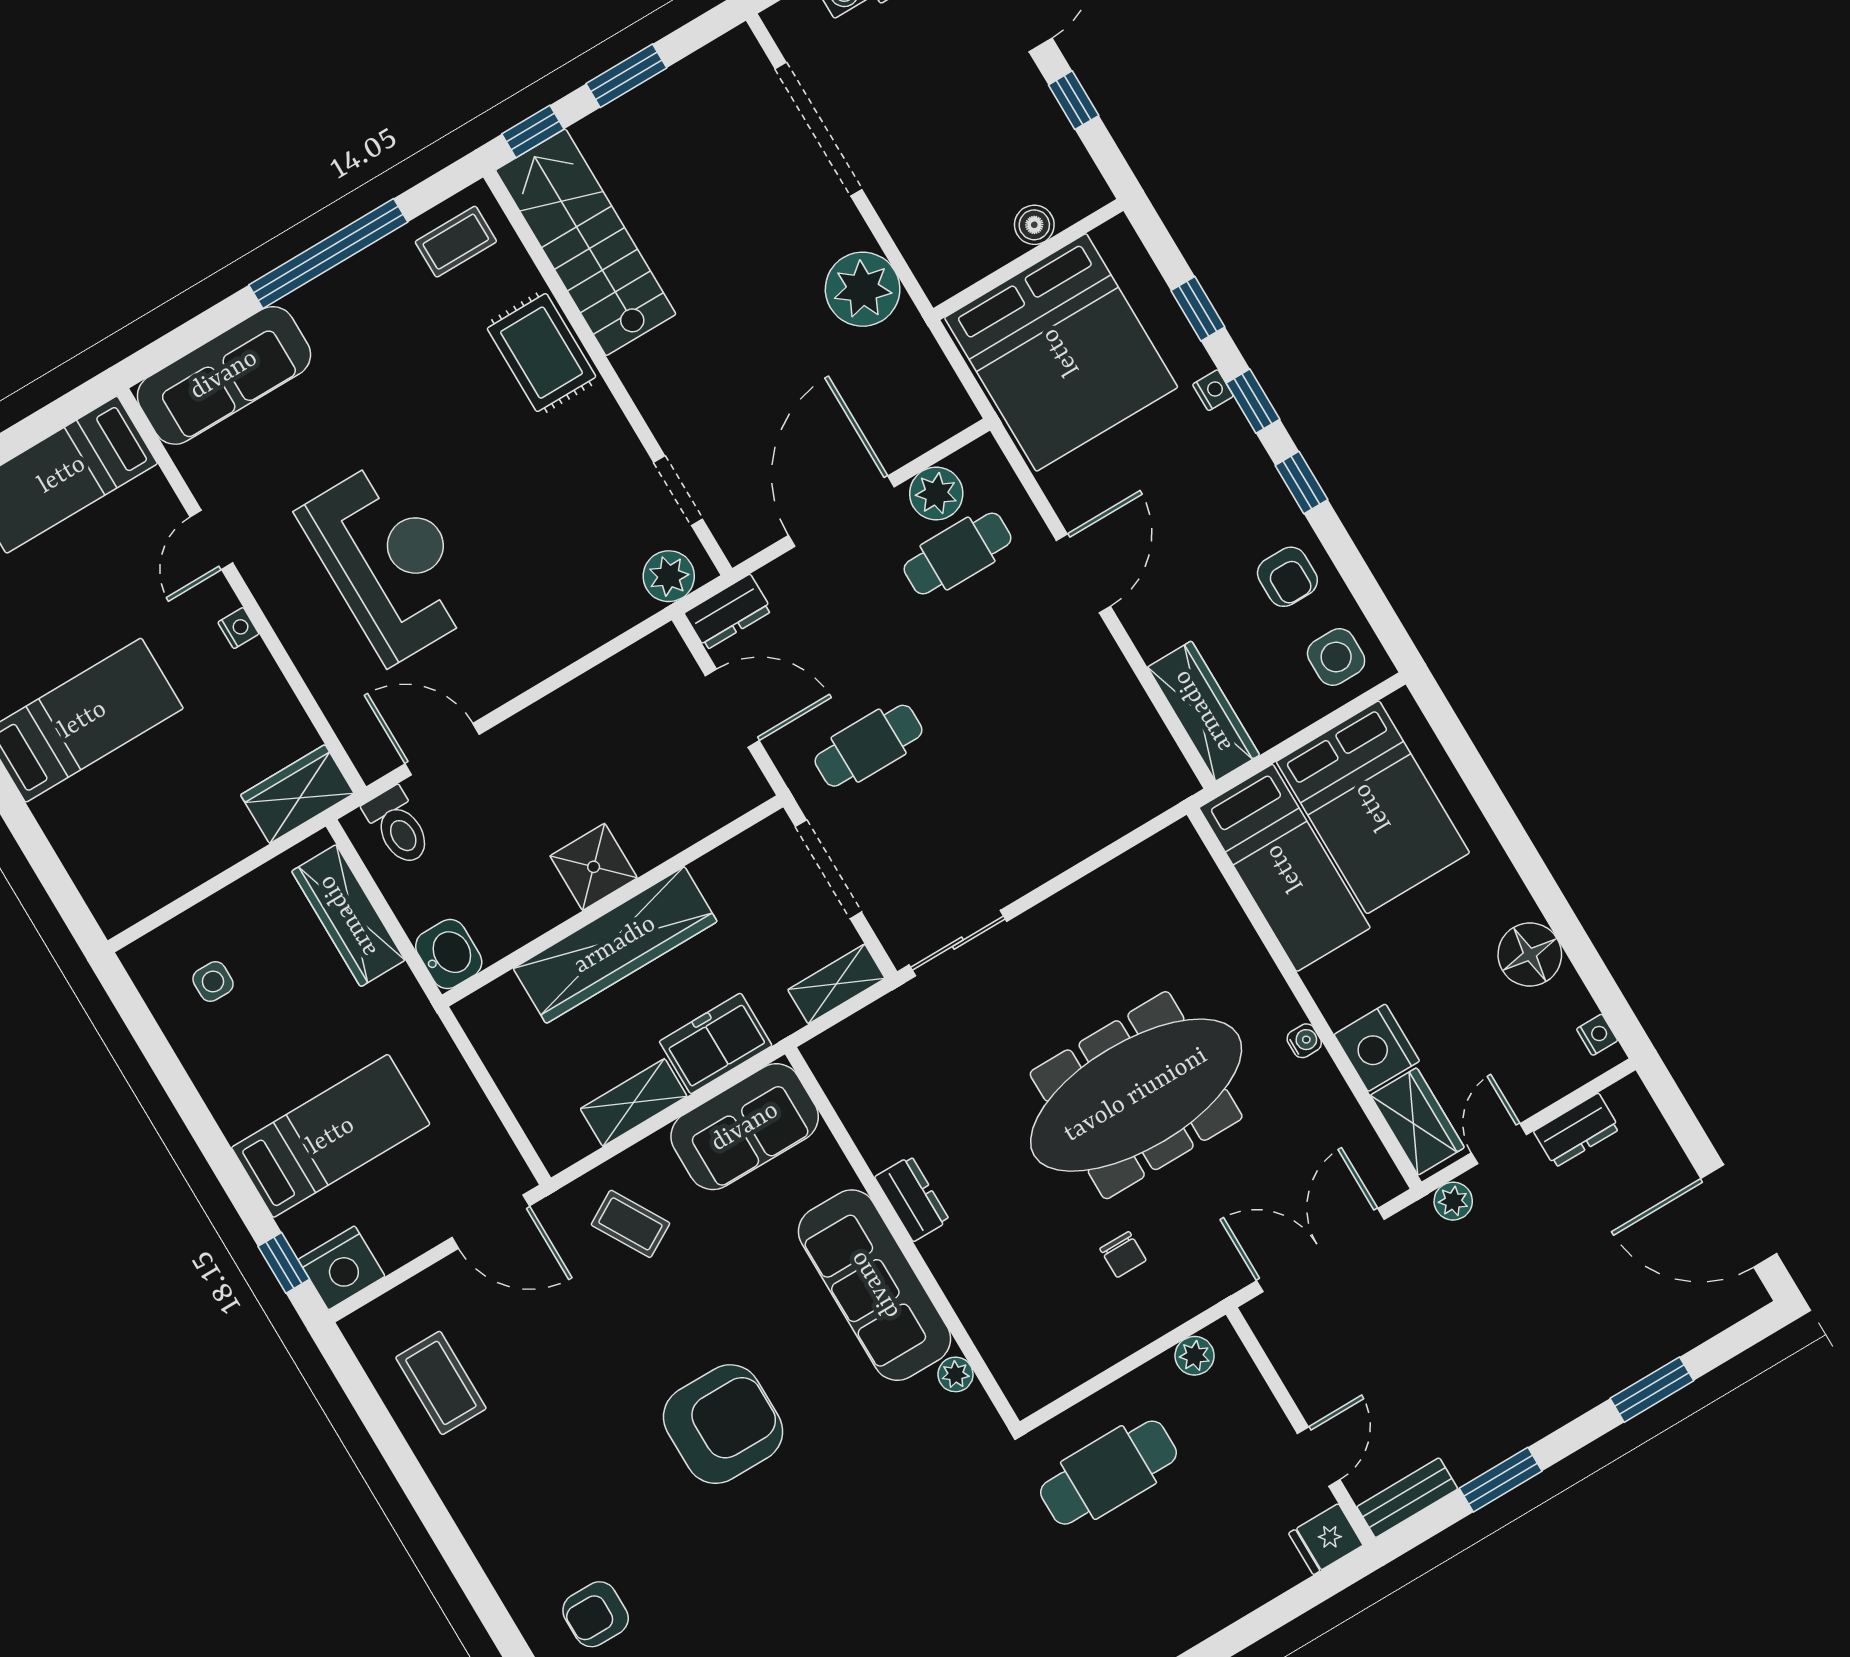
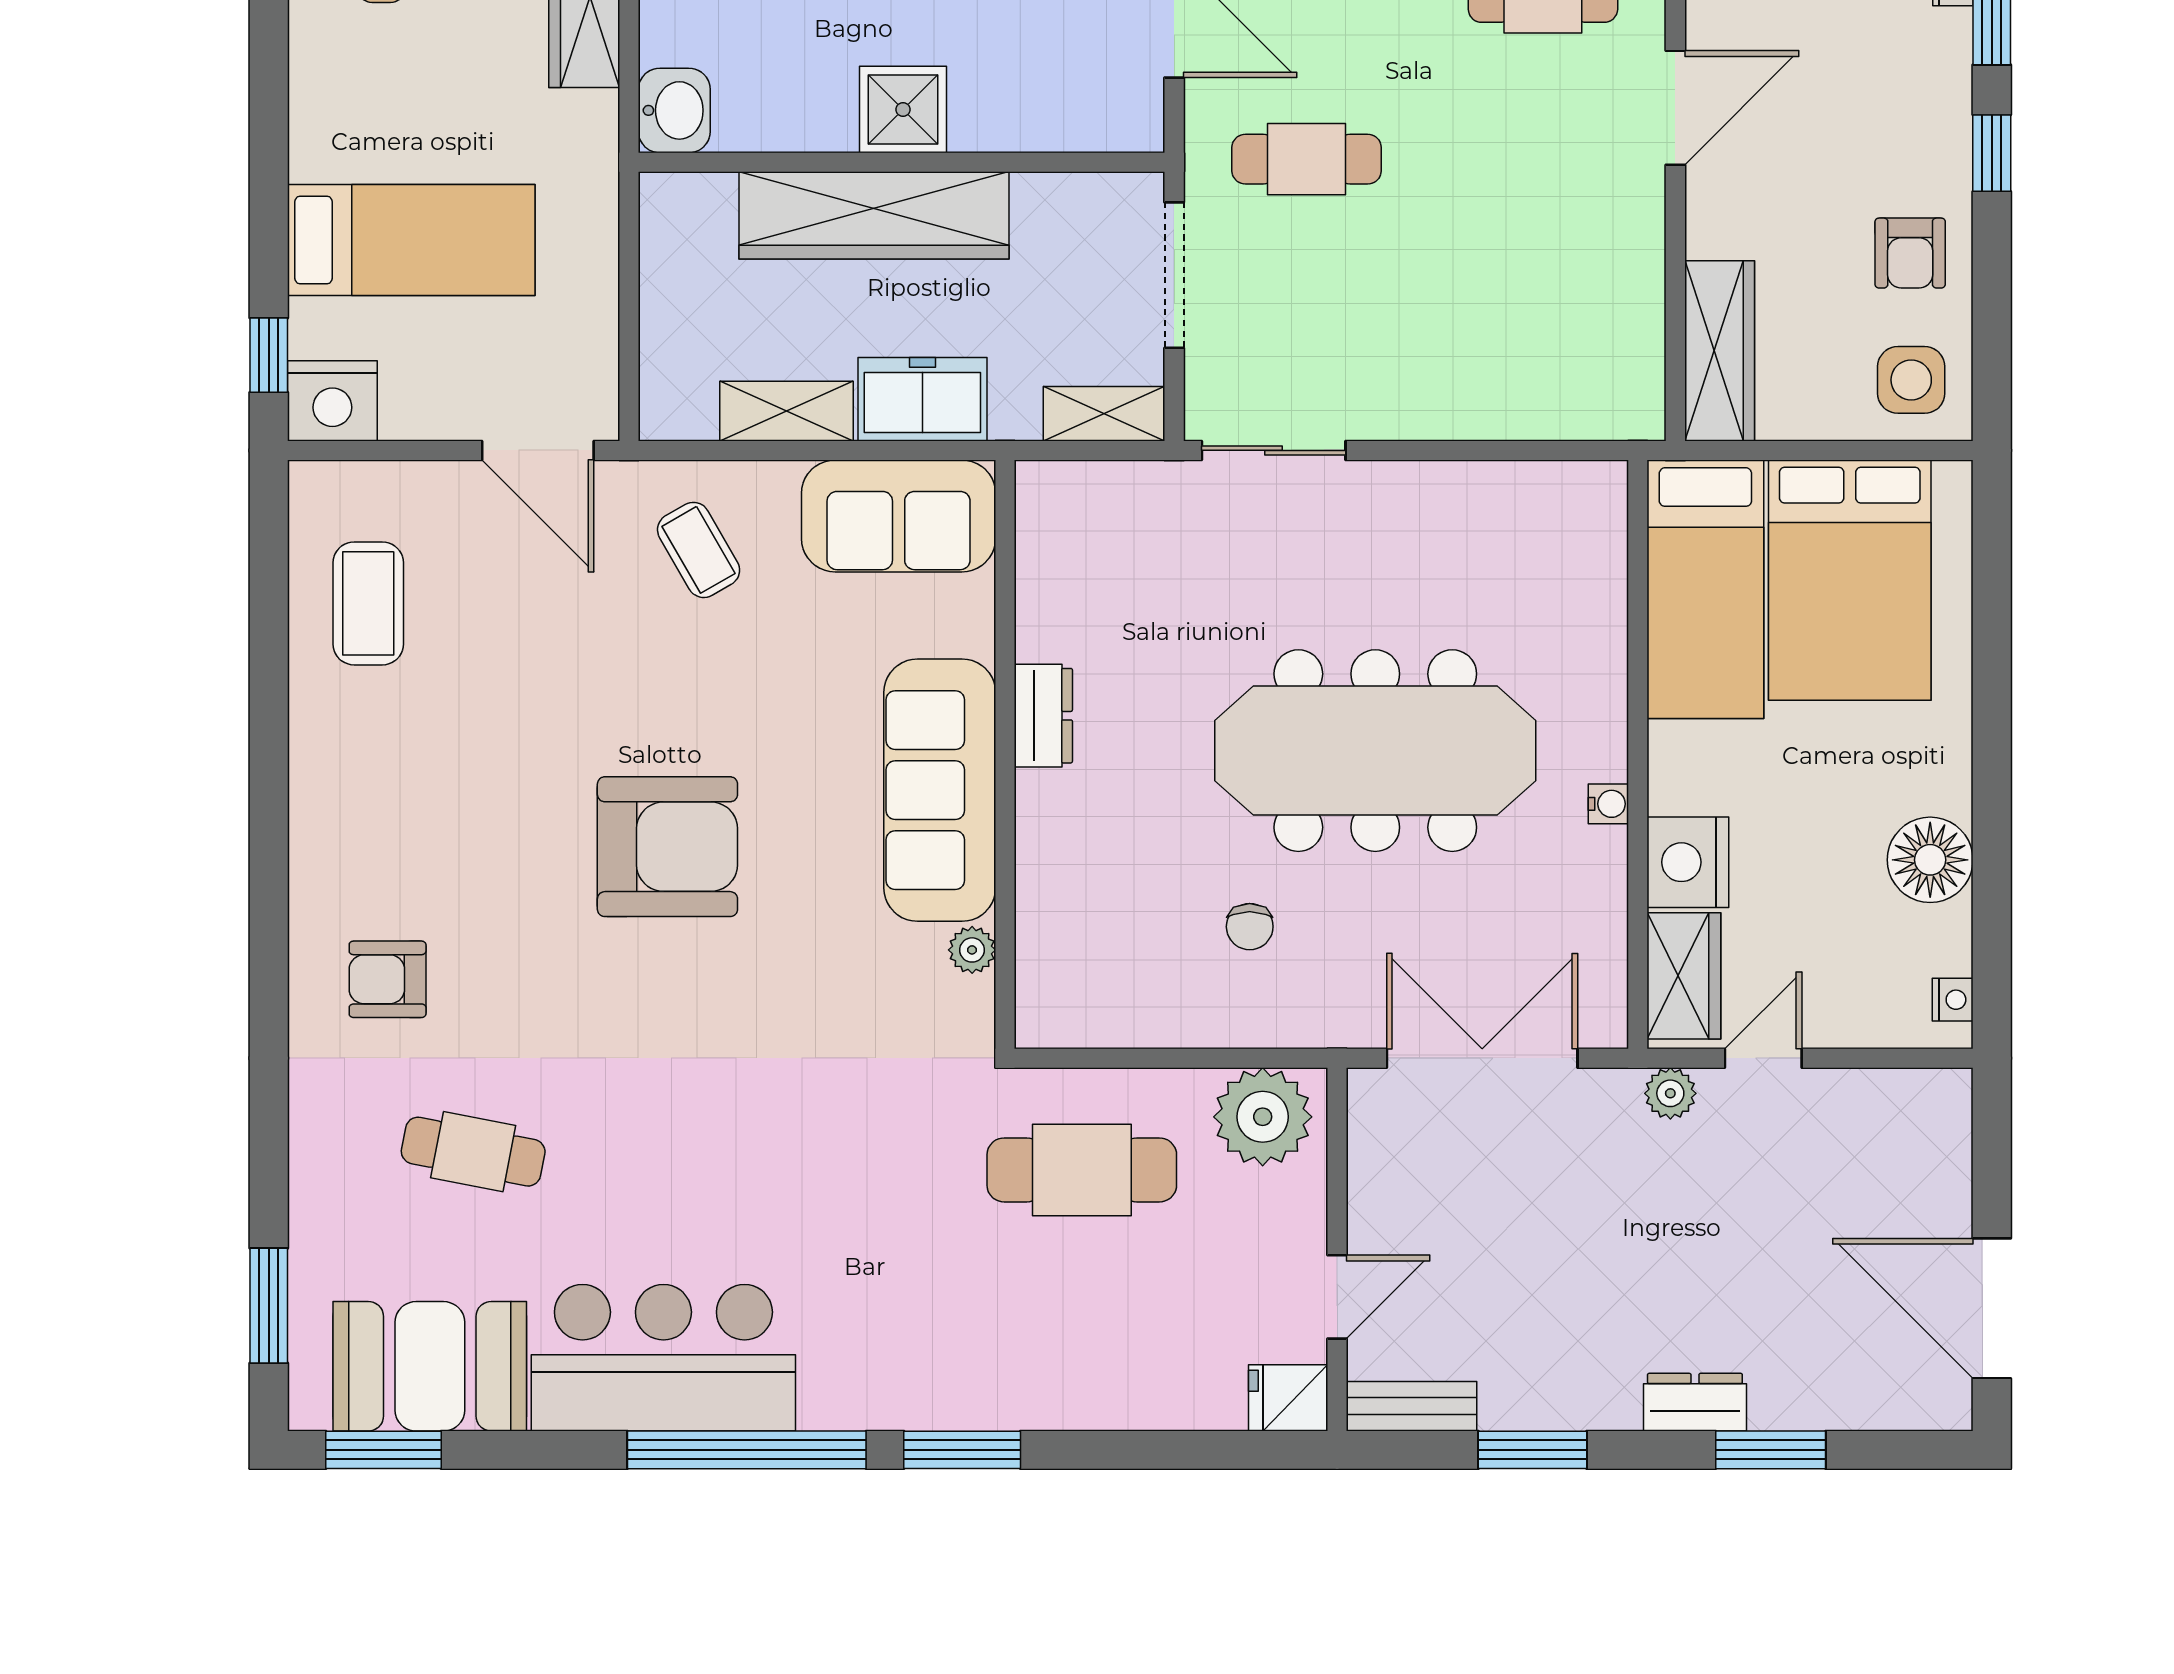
dresser: (1577, 1130) -> (1695, 1402), moved, turned 180
plant: (1195, 1356) -> (1263, 1117), width x1.87, depth x1.87

